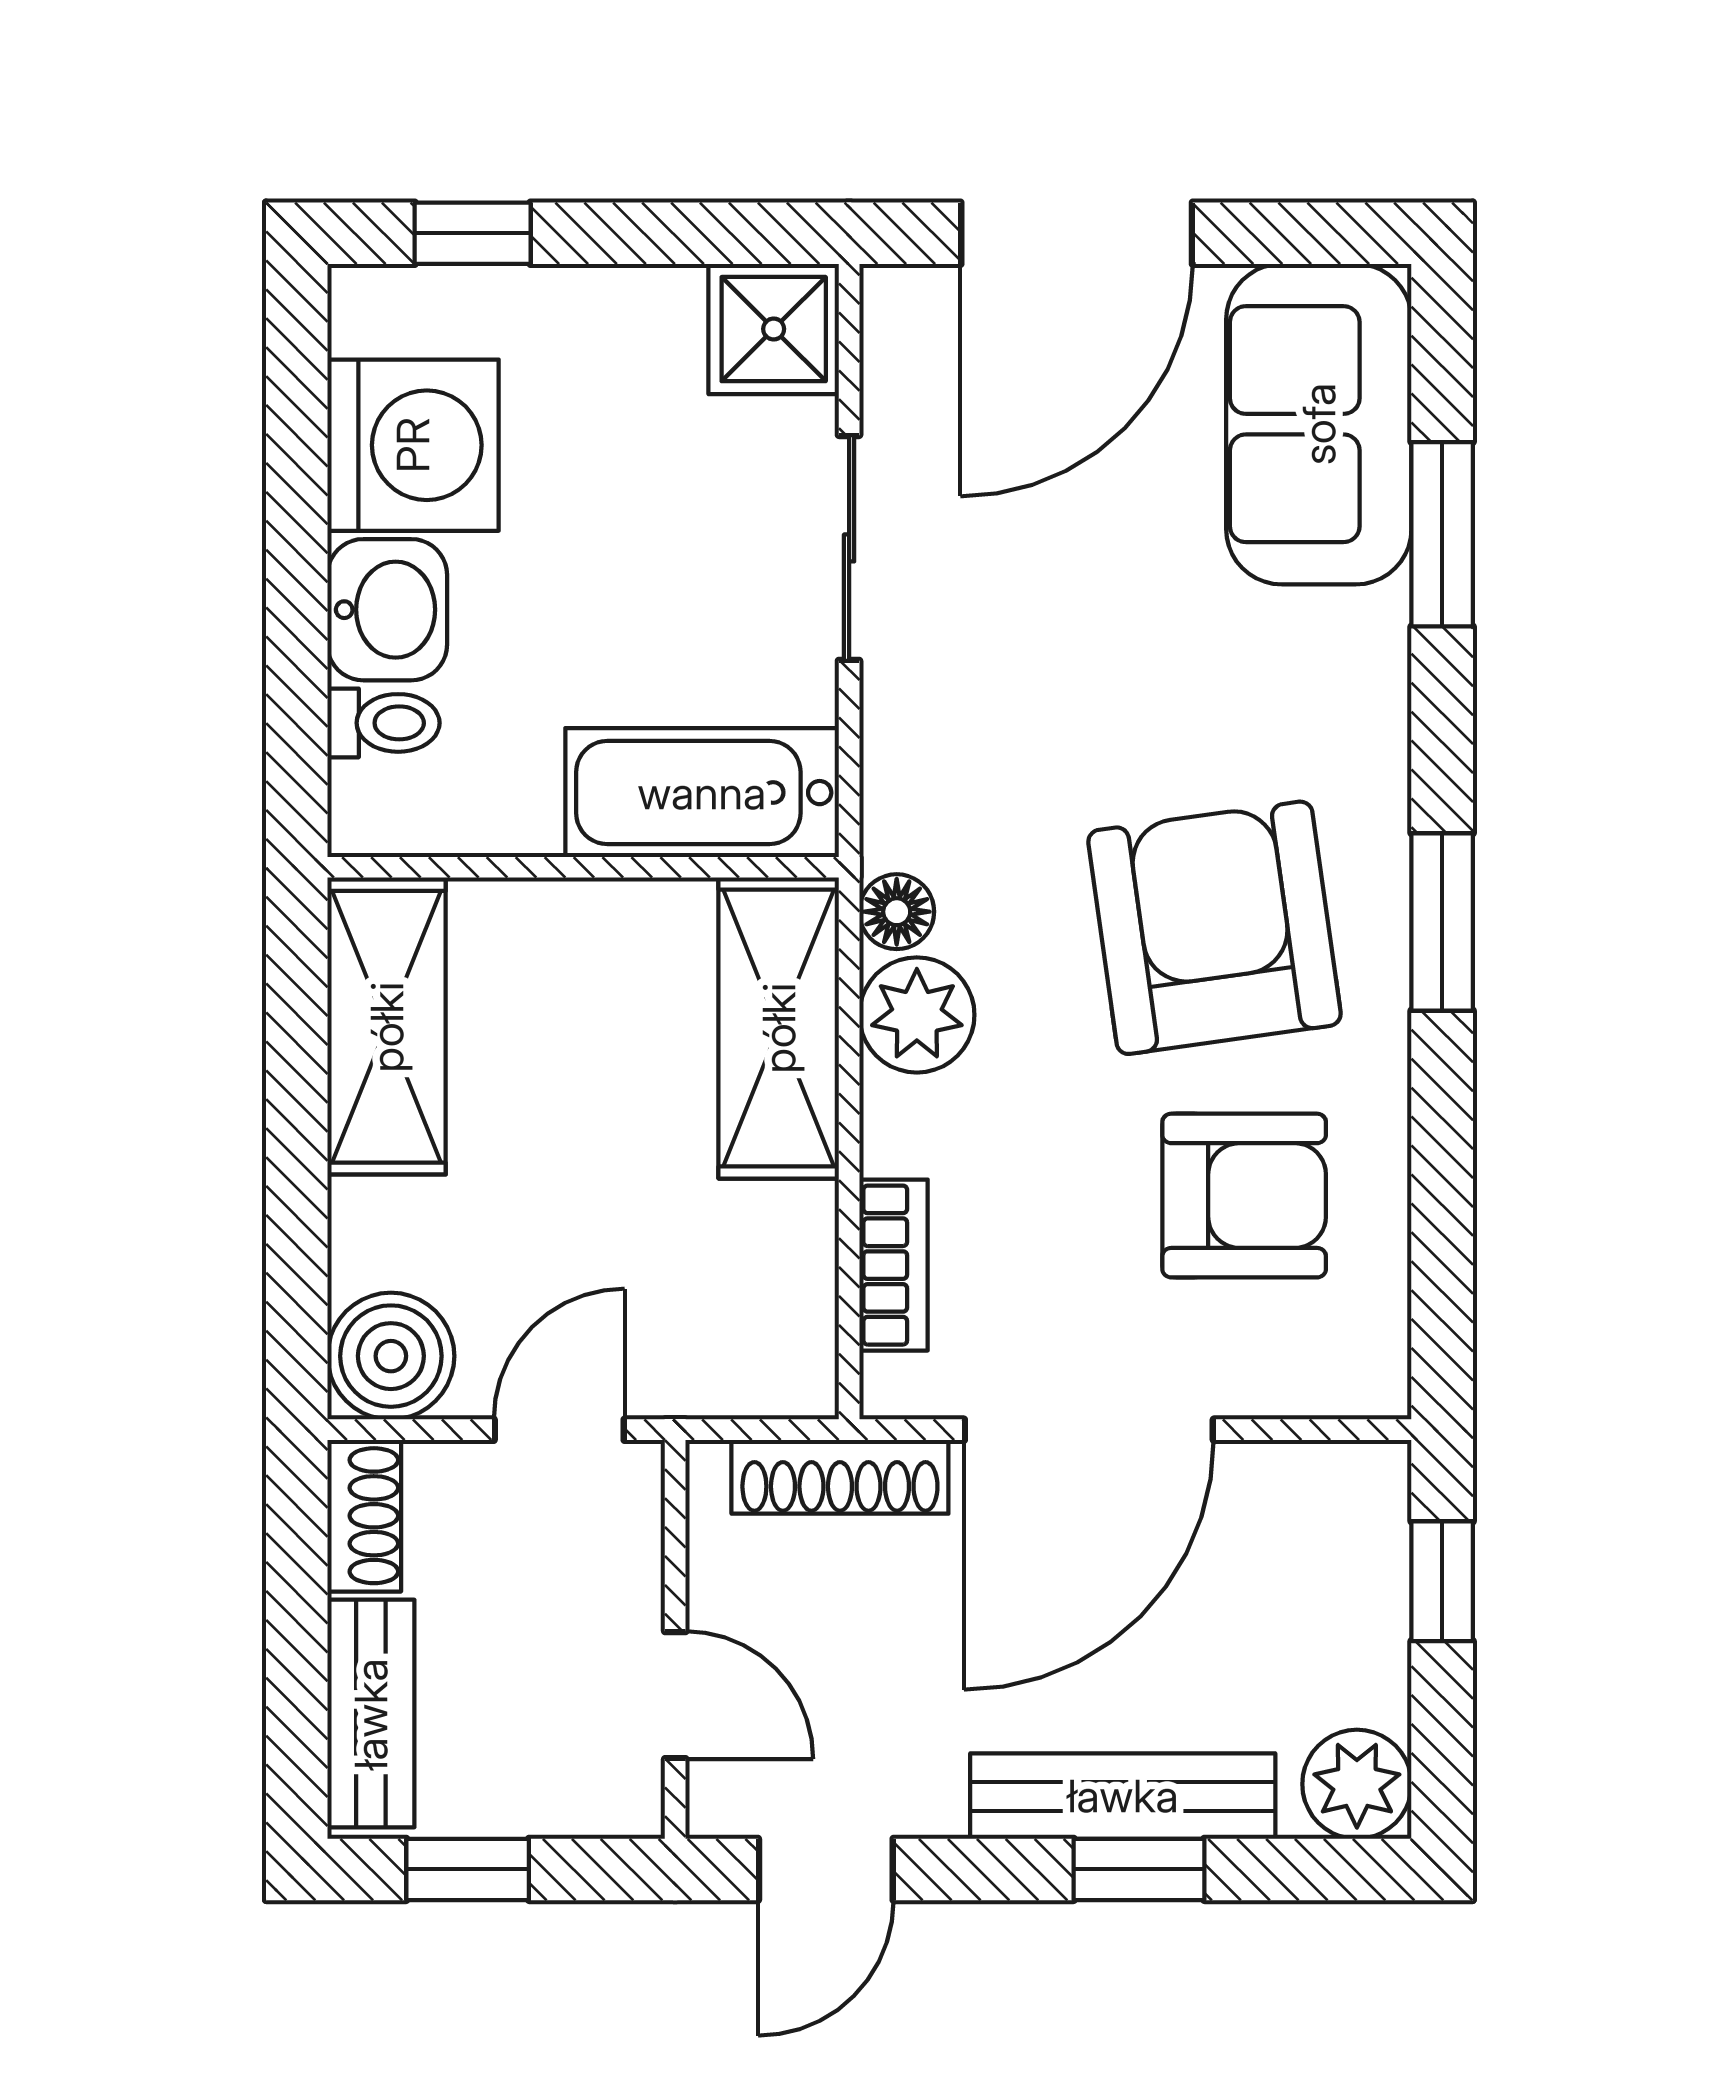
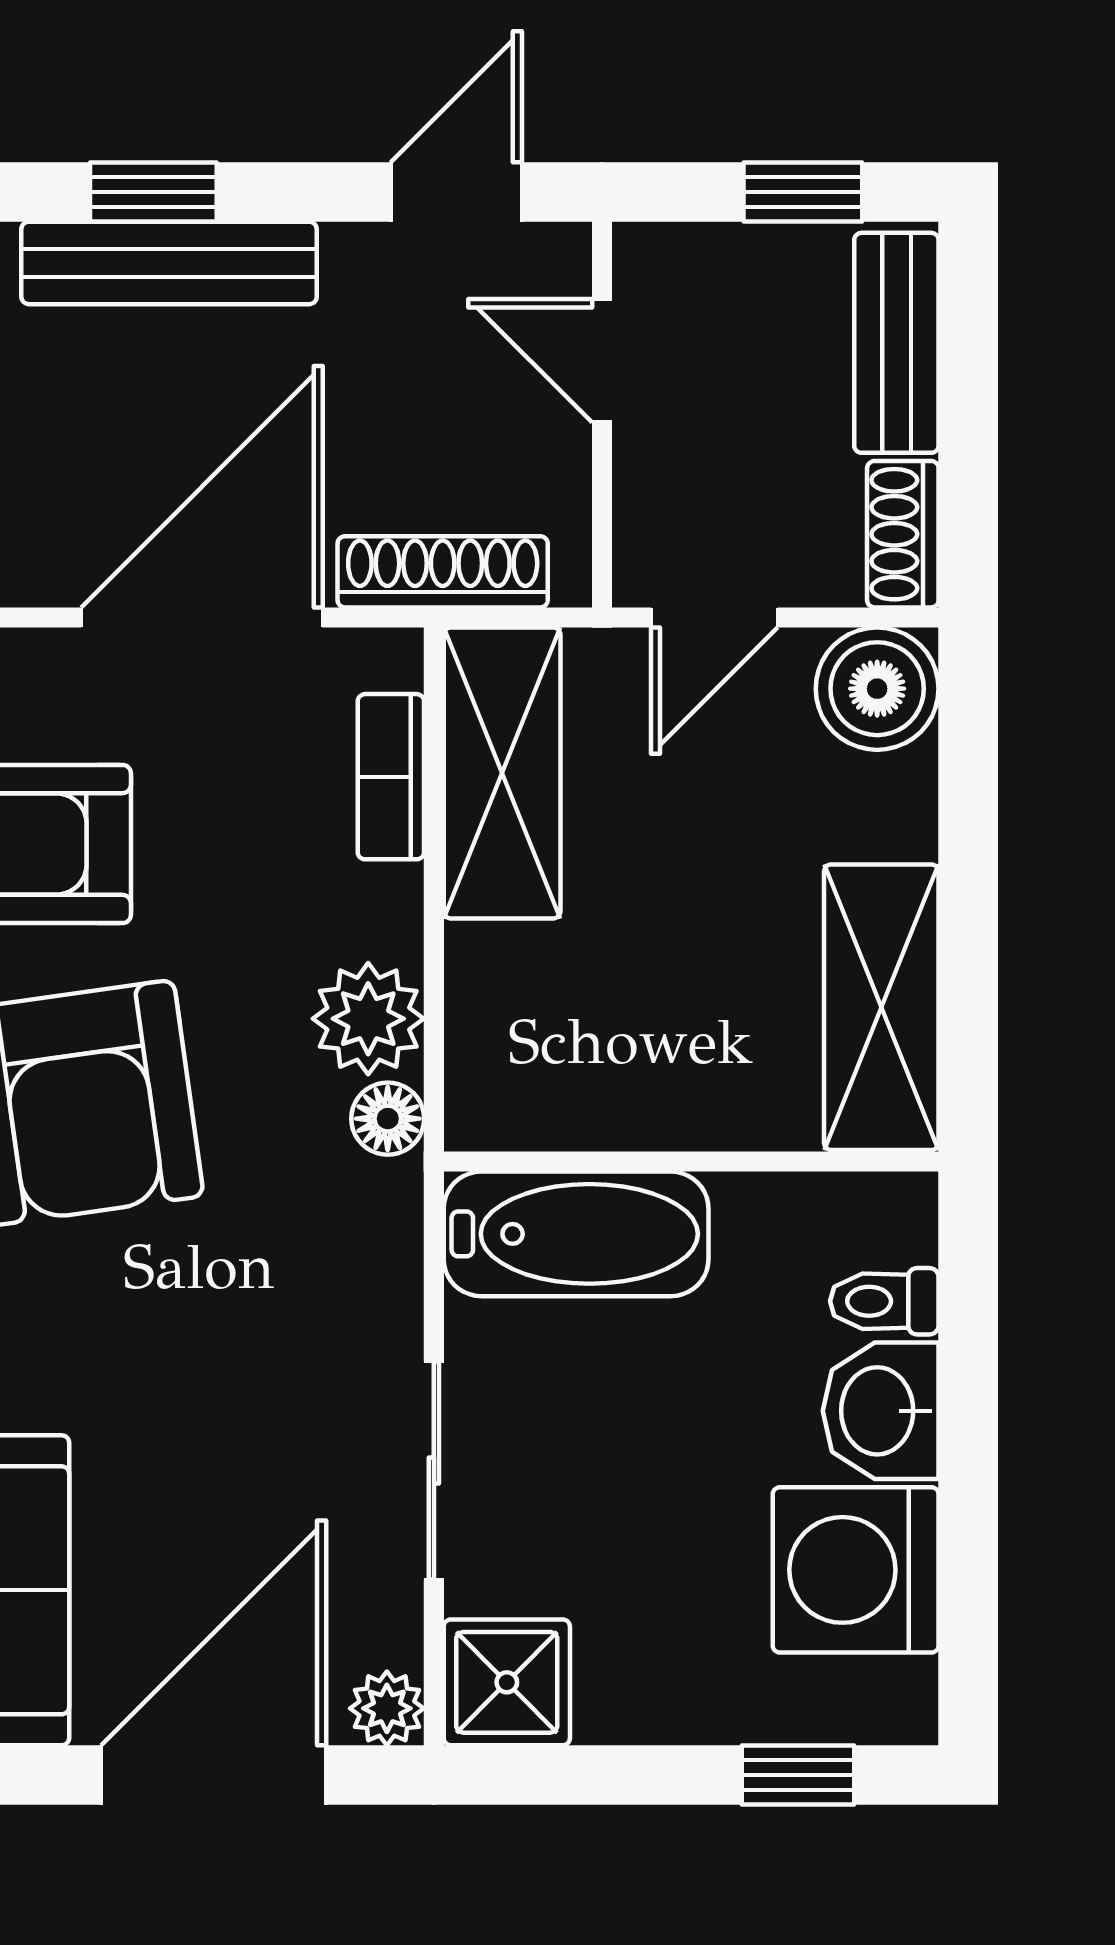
plant: (898, 302) -> (387, 1708), added
shelving: (779, 1028) -> (502, 773), moved

